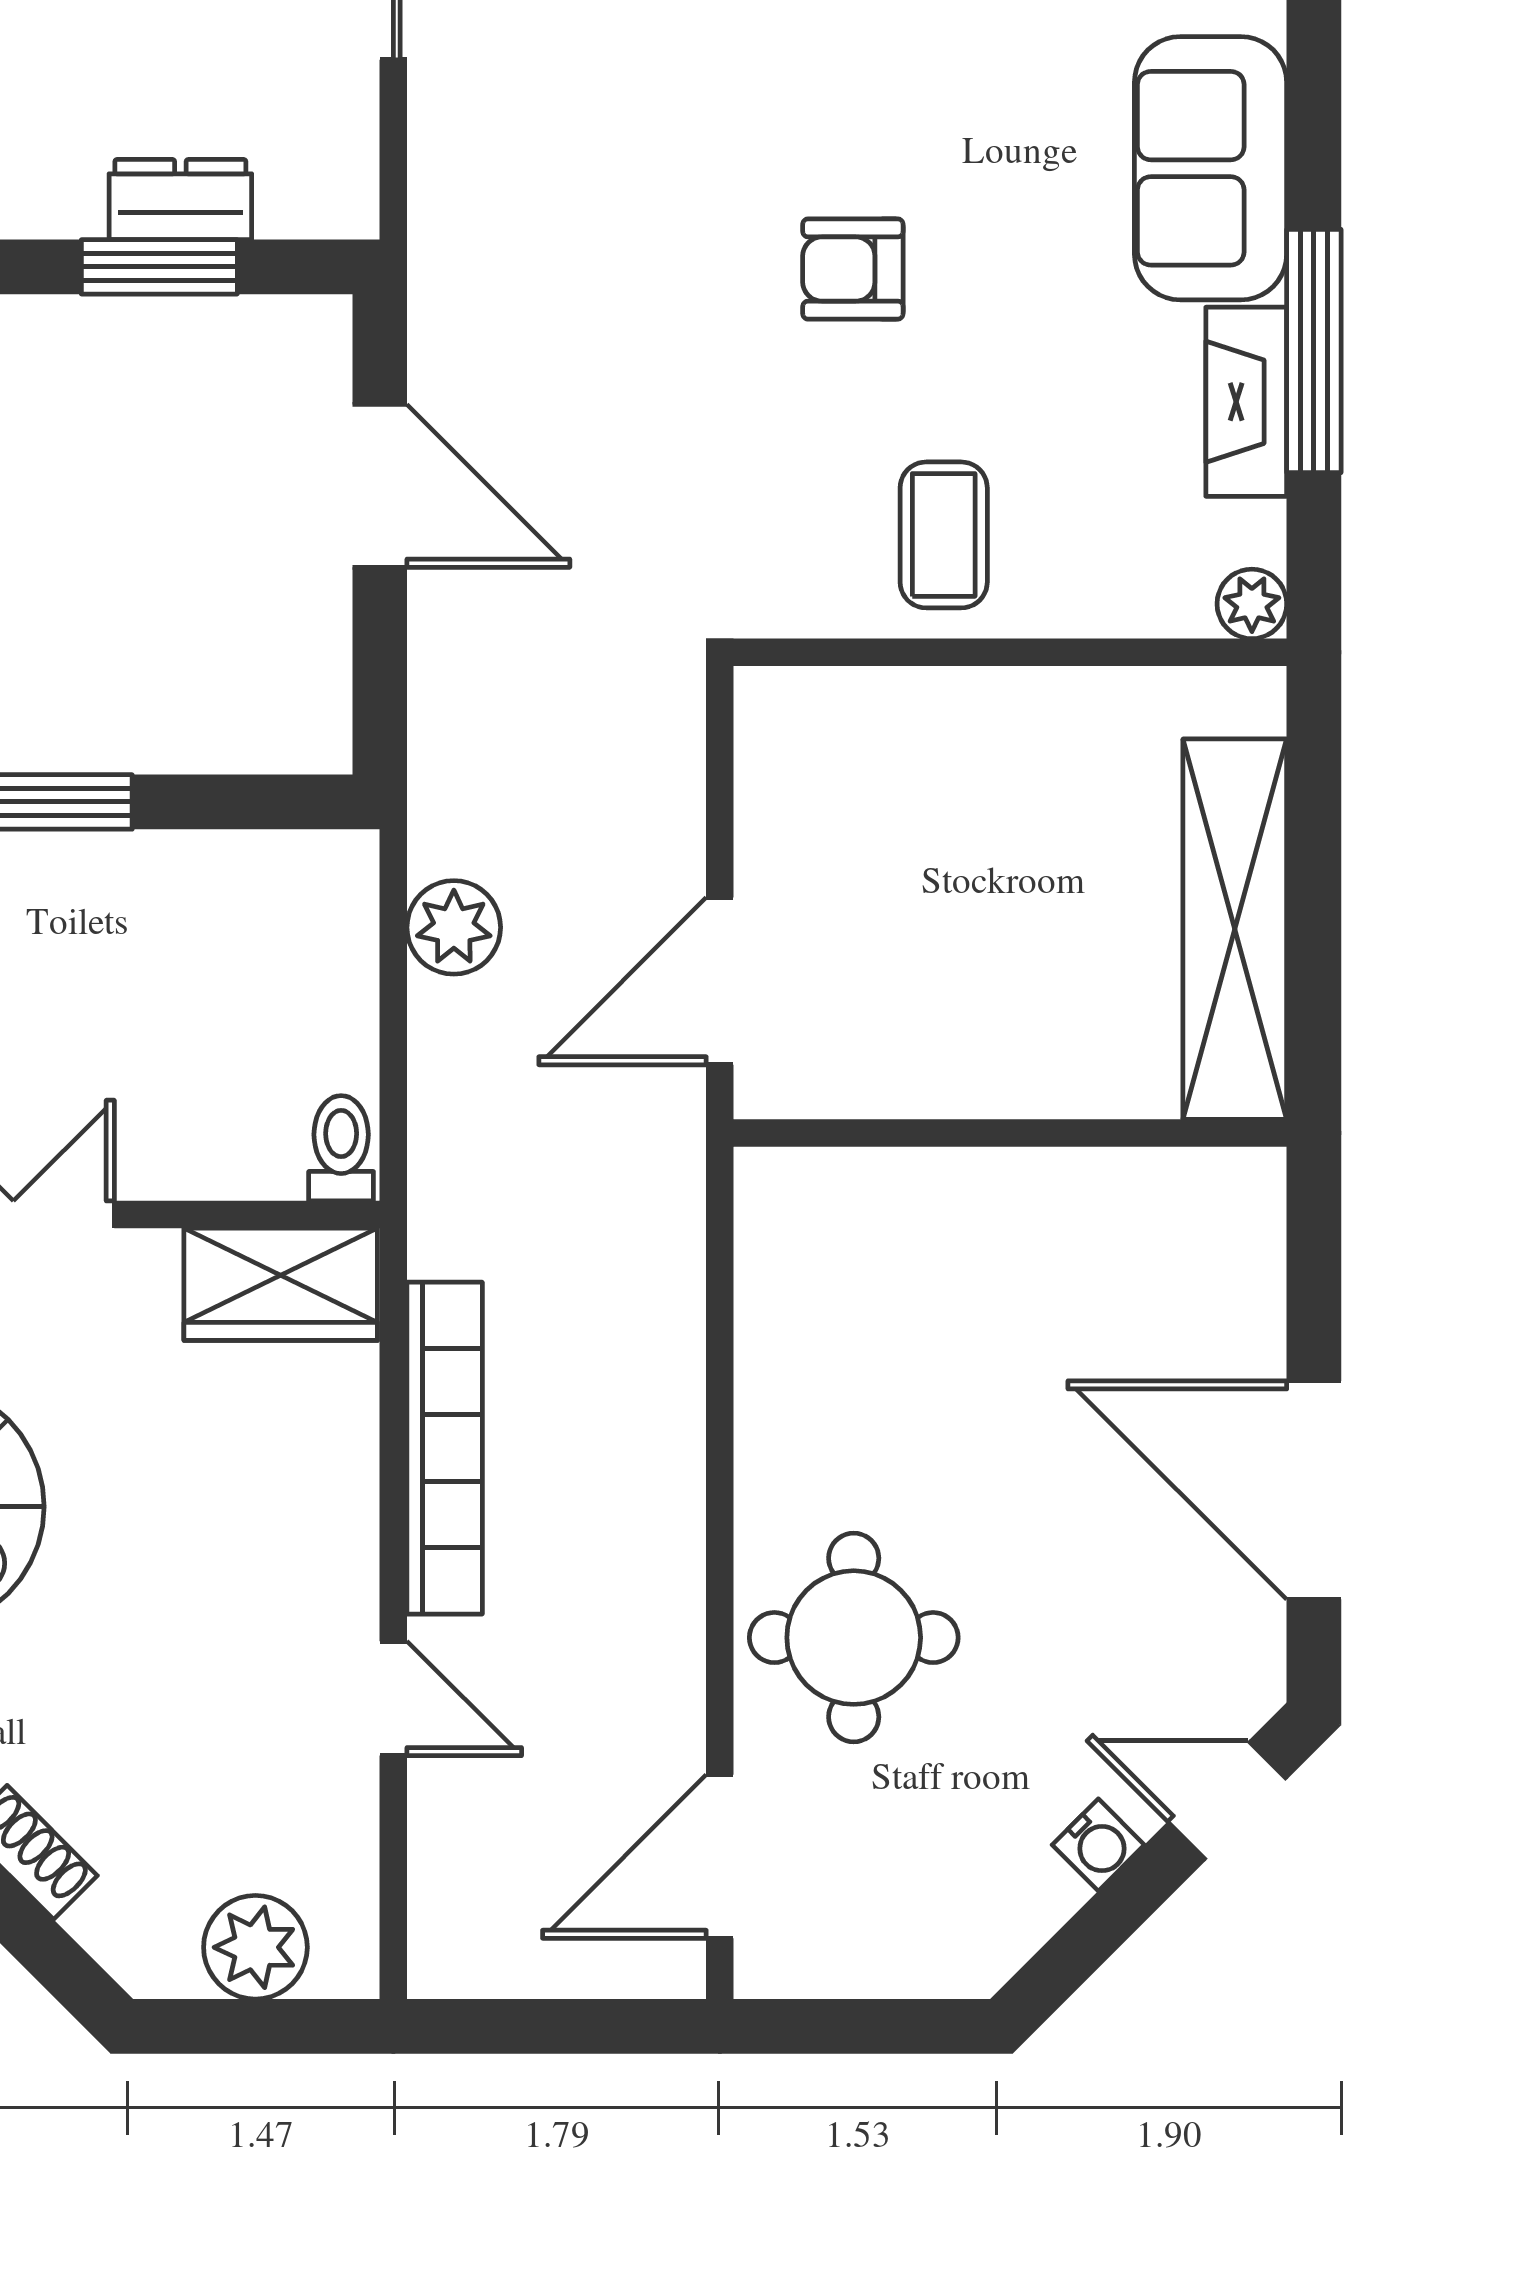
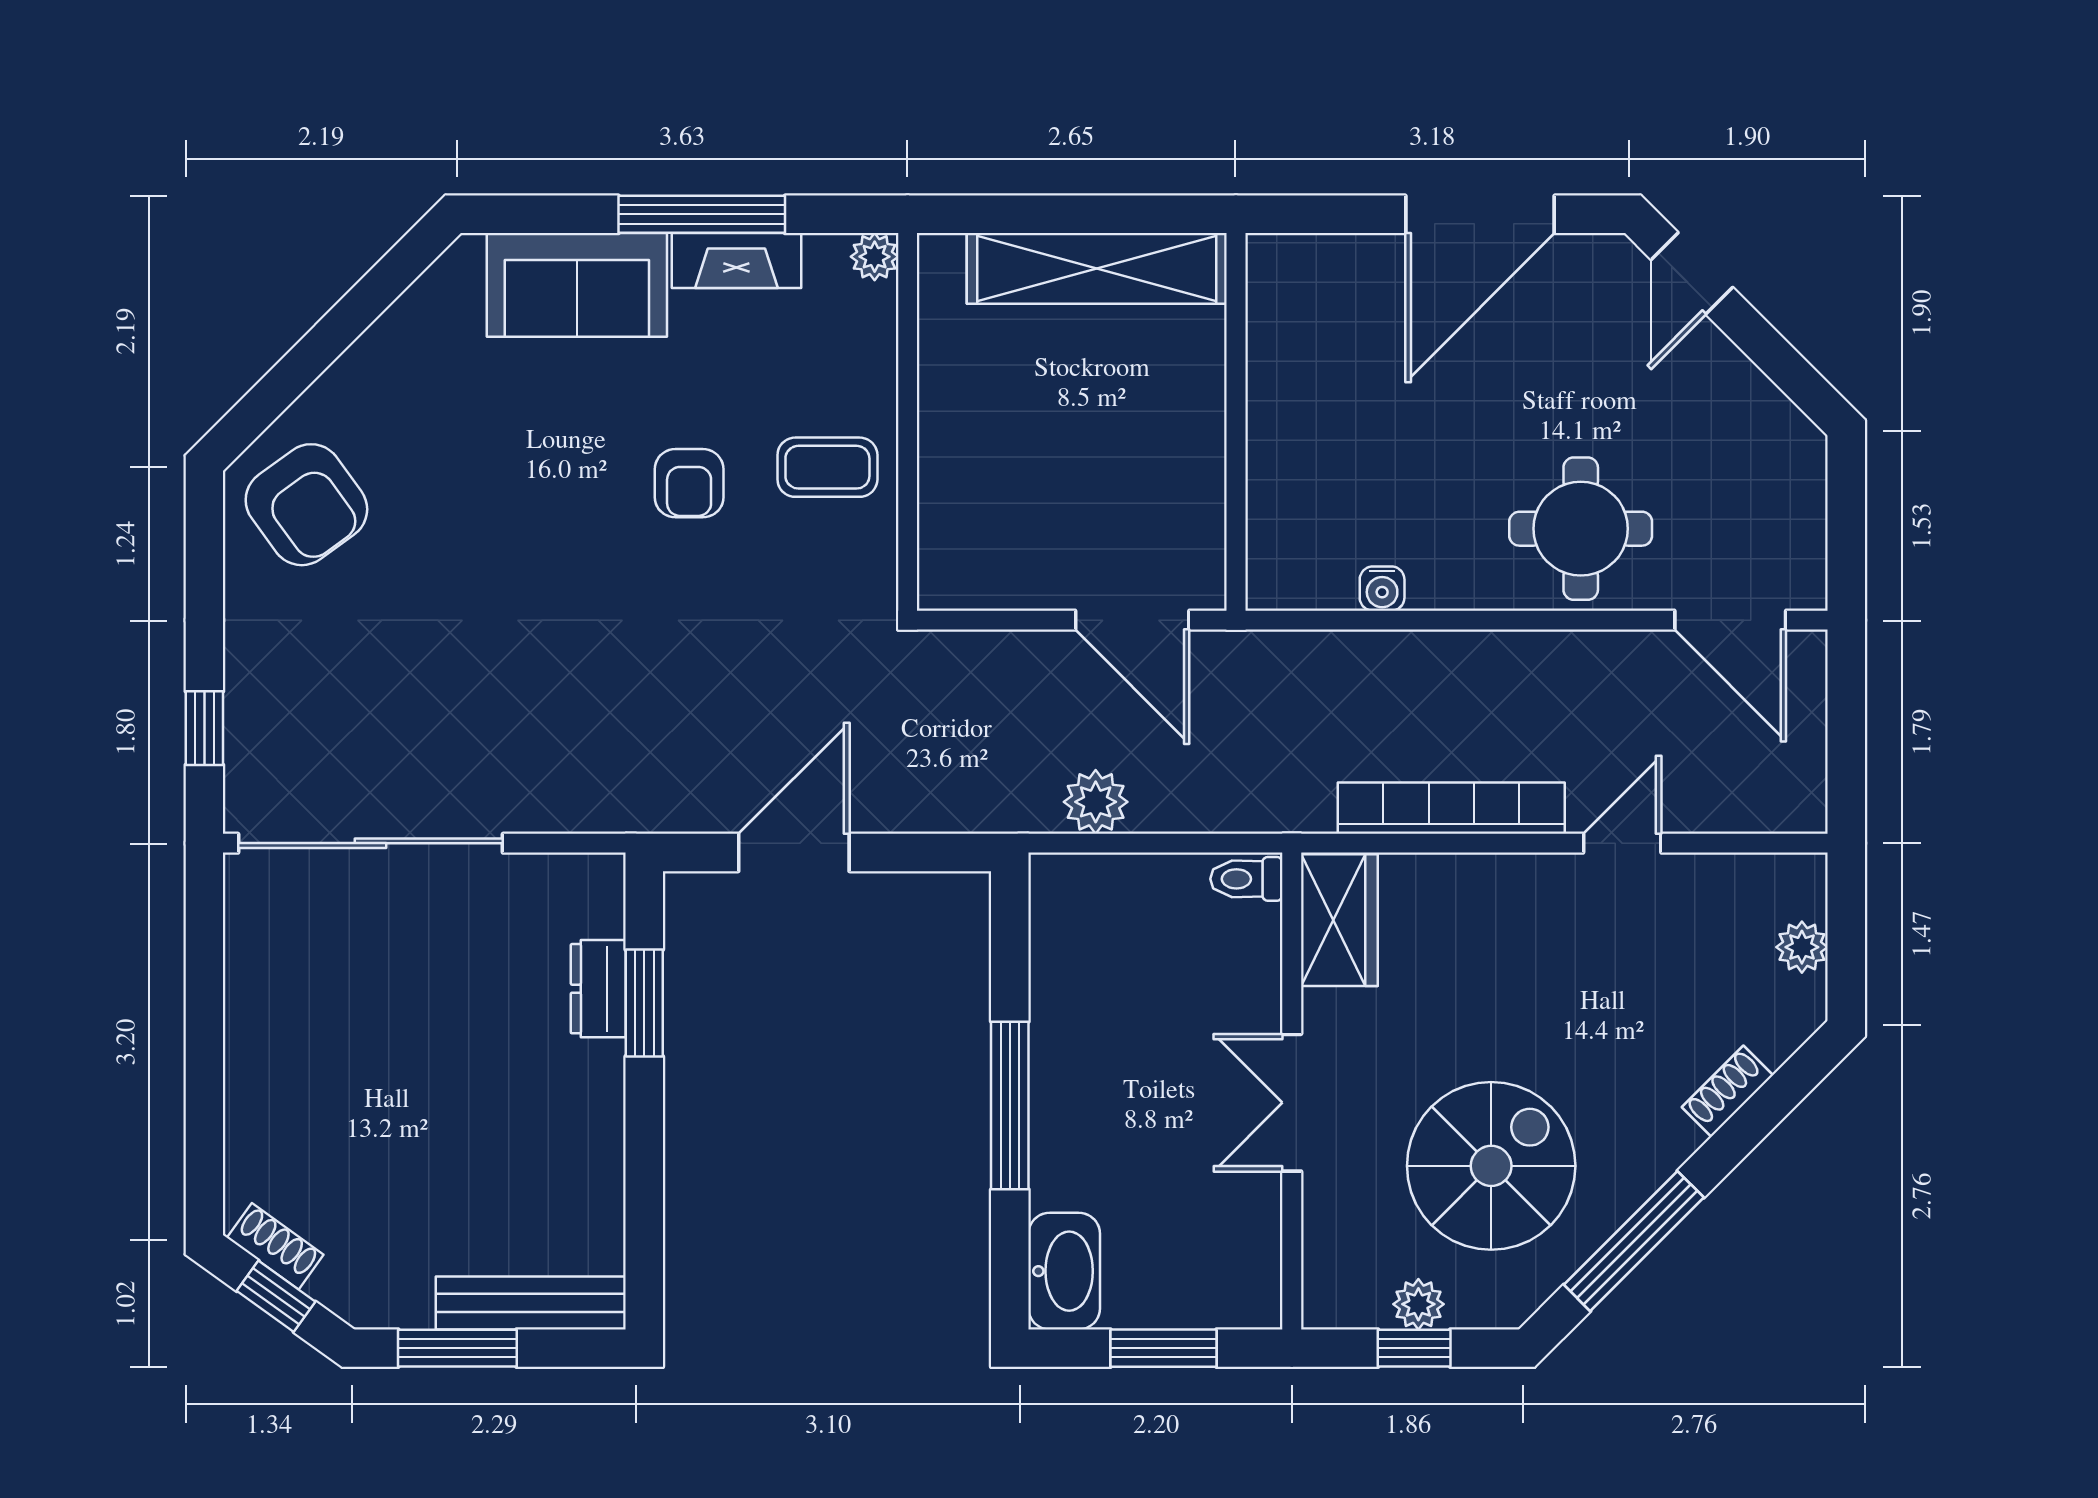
armchair: (853, 269) -> (689, 483), moved
water cooler: (1098, 1845) -> (1382, 589), moved, turned 135
plant: (255, 1947) -> (1802, 947), width x0.73, depth x0.73

